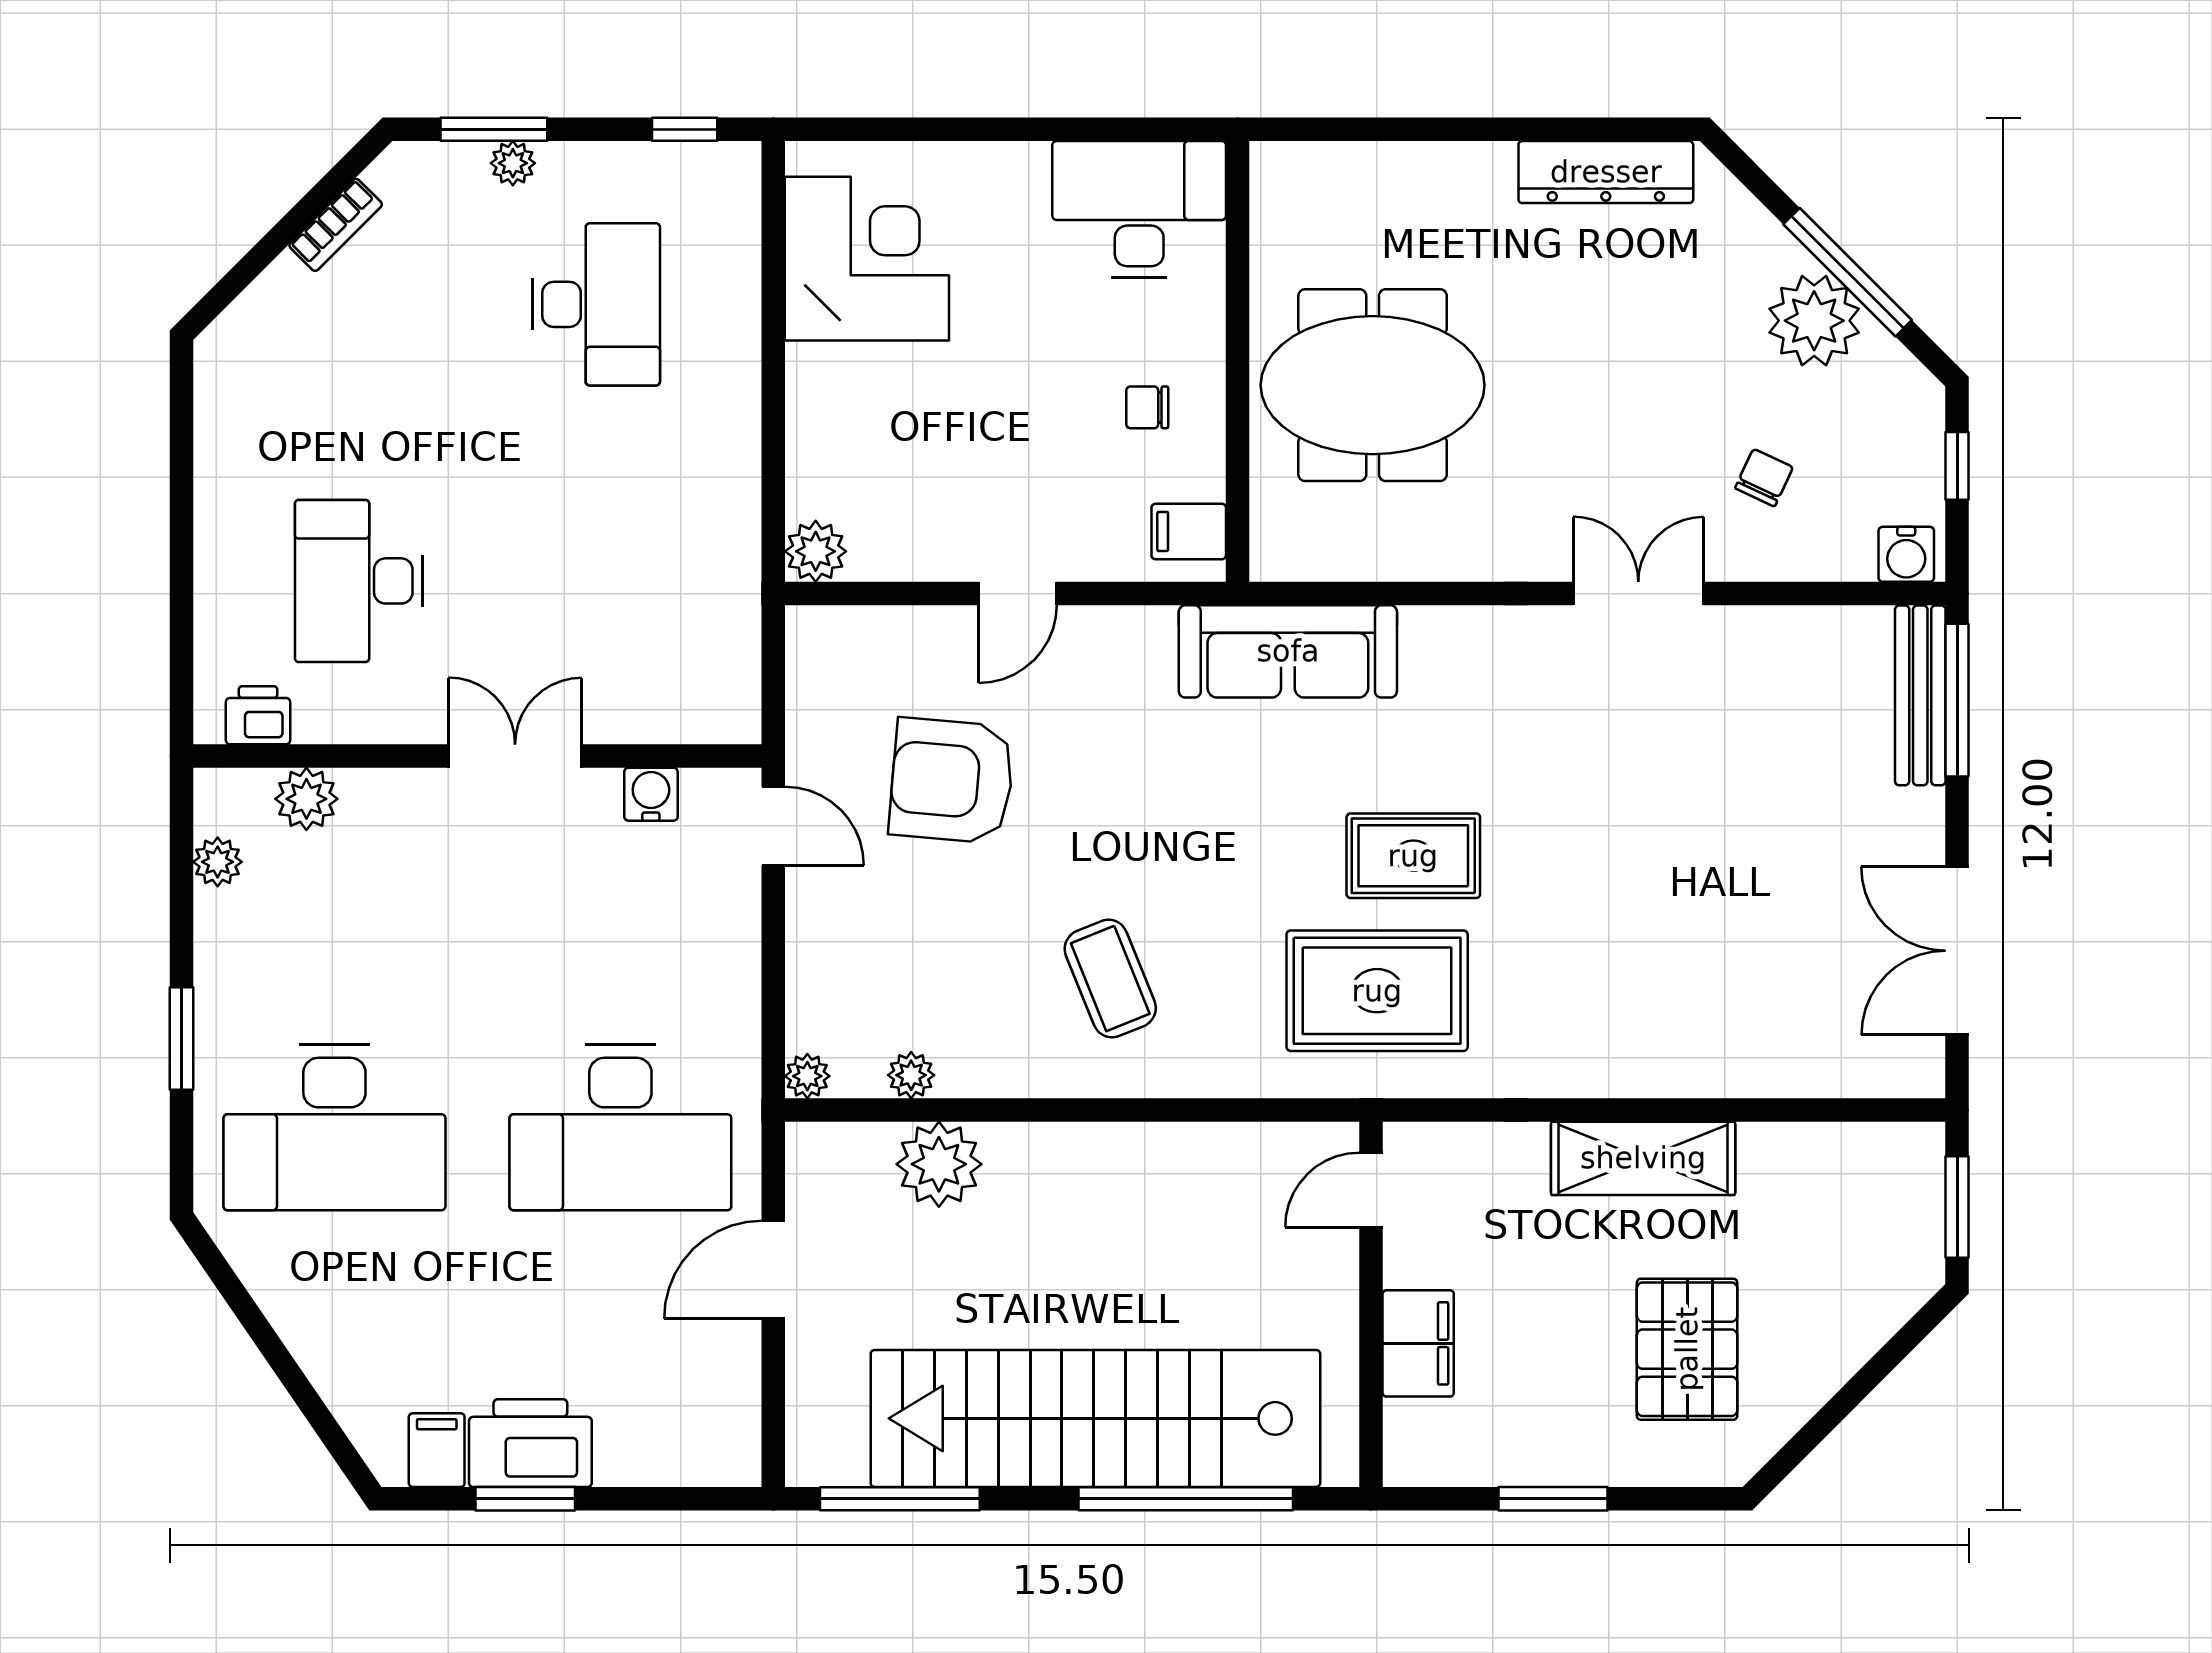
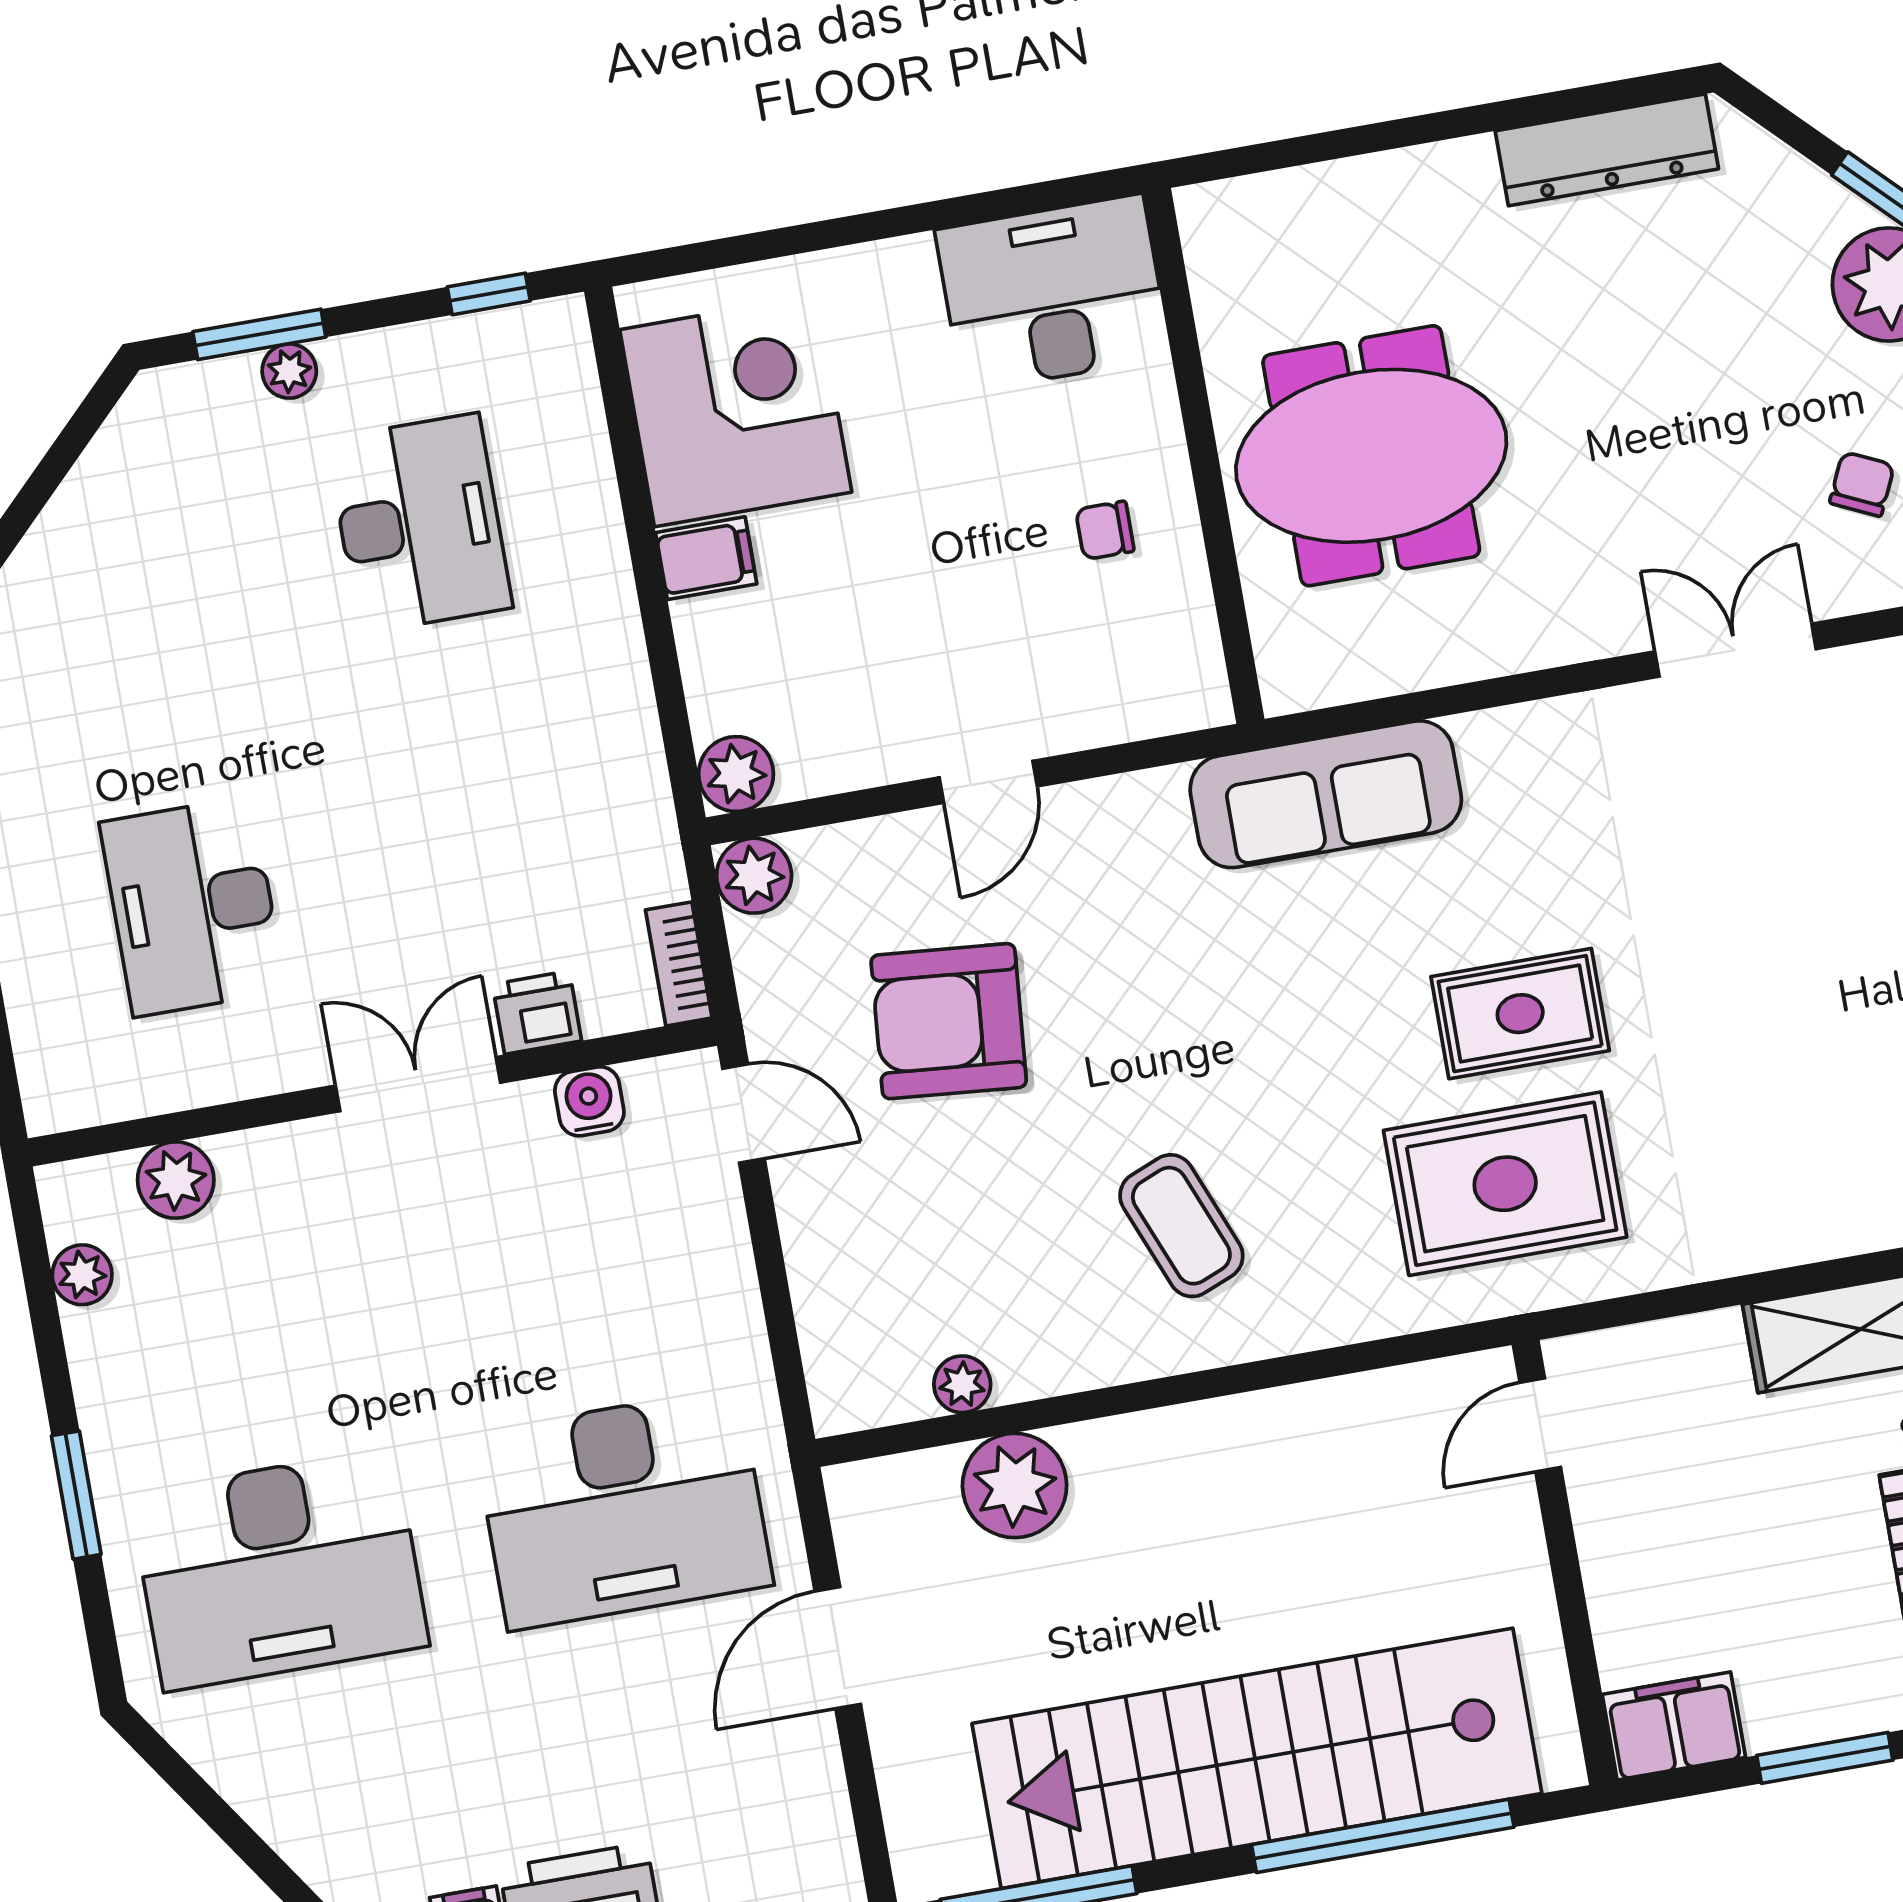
bookcase: (336, 225) -> (679, 964), moved, turned 135
filing cabinet: (1189, 531) -> (706, 558), moved, turned 180
printer: (258, 715) -> (537, 1013), moved
plant: (807, 1076) -> (754, 876), moved, width x1.38, depth x1.38
filing cabinet: (1418, 1343) -> (1674, 1726), moved, turned -90

